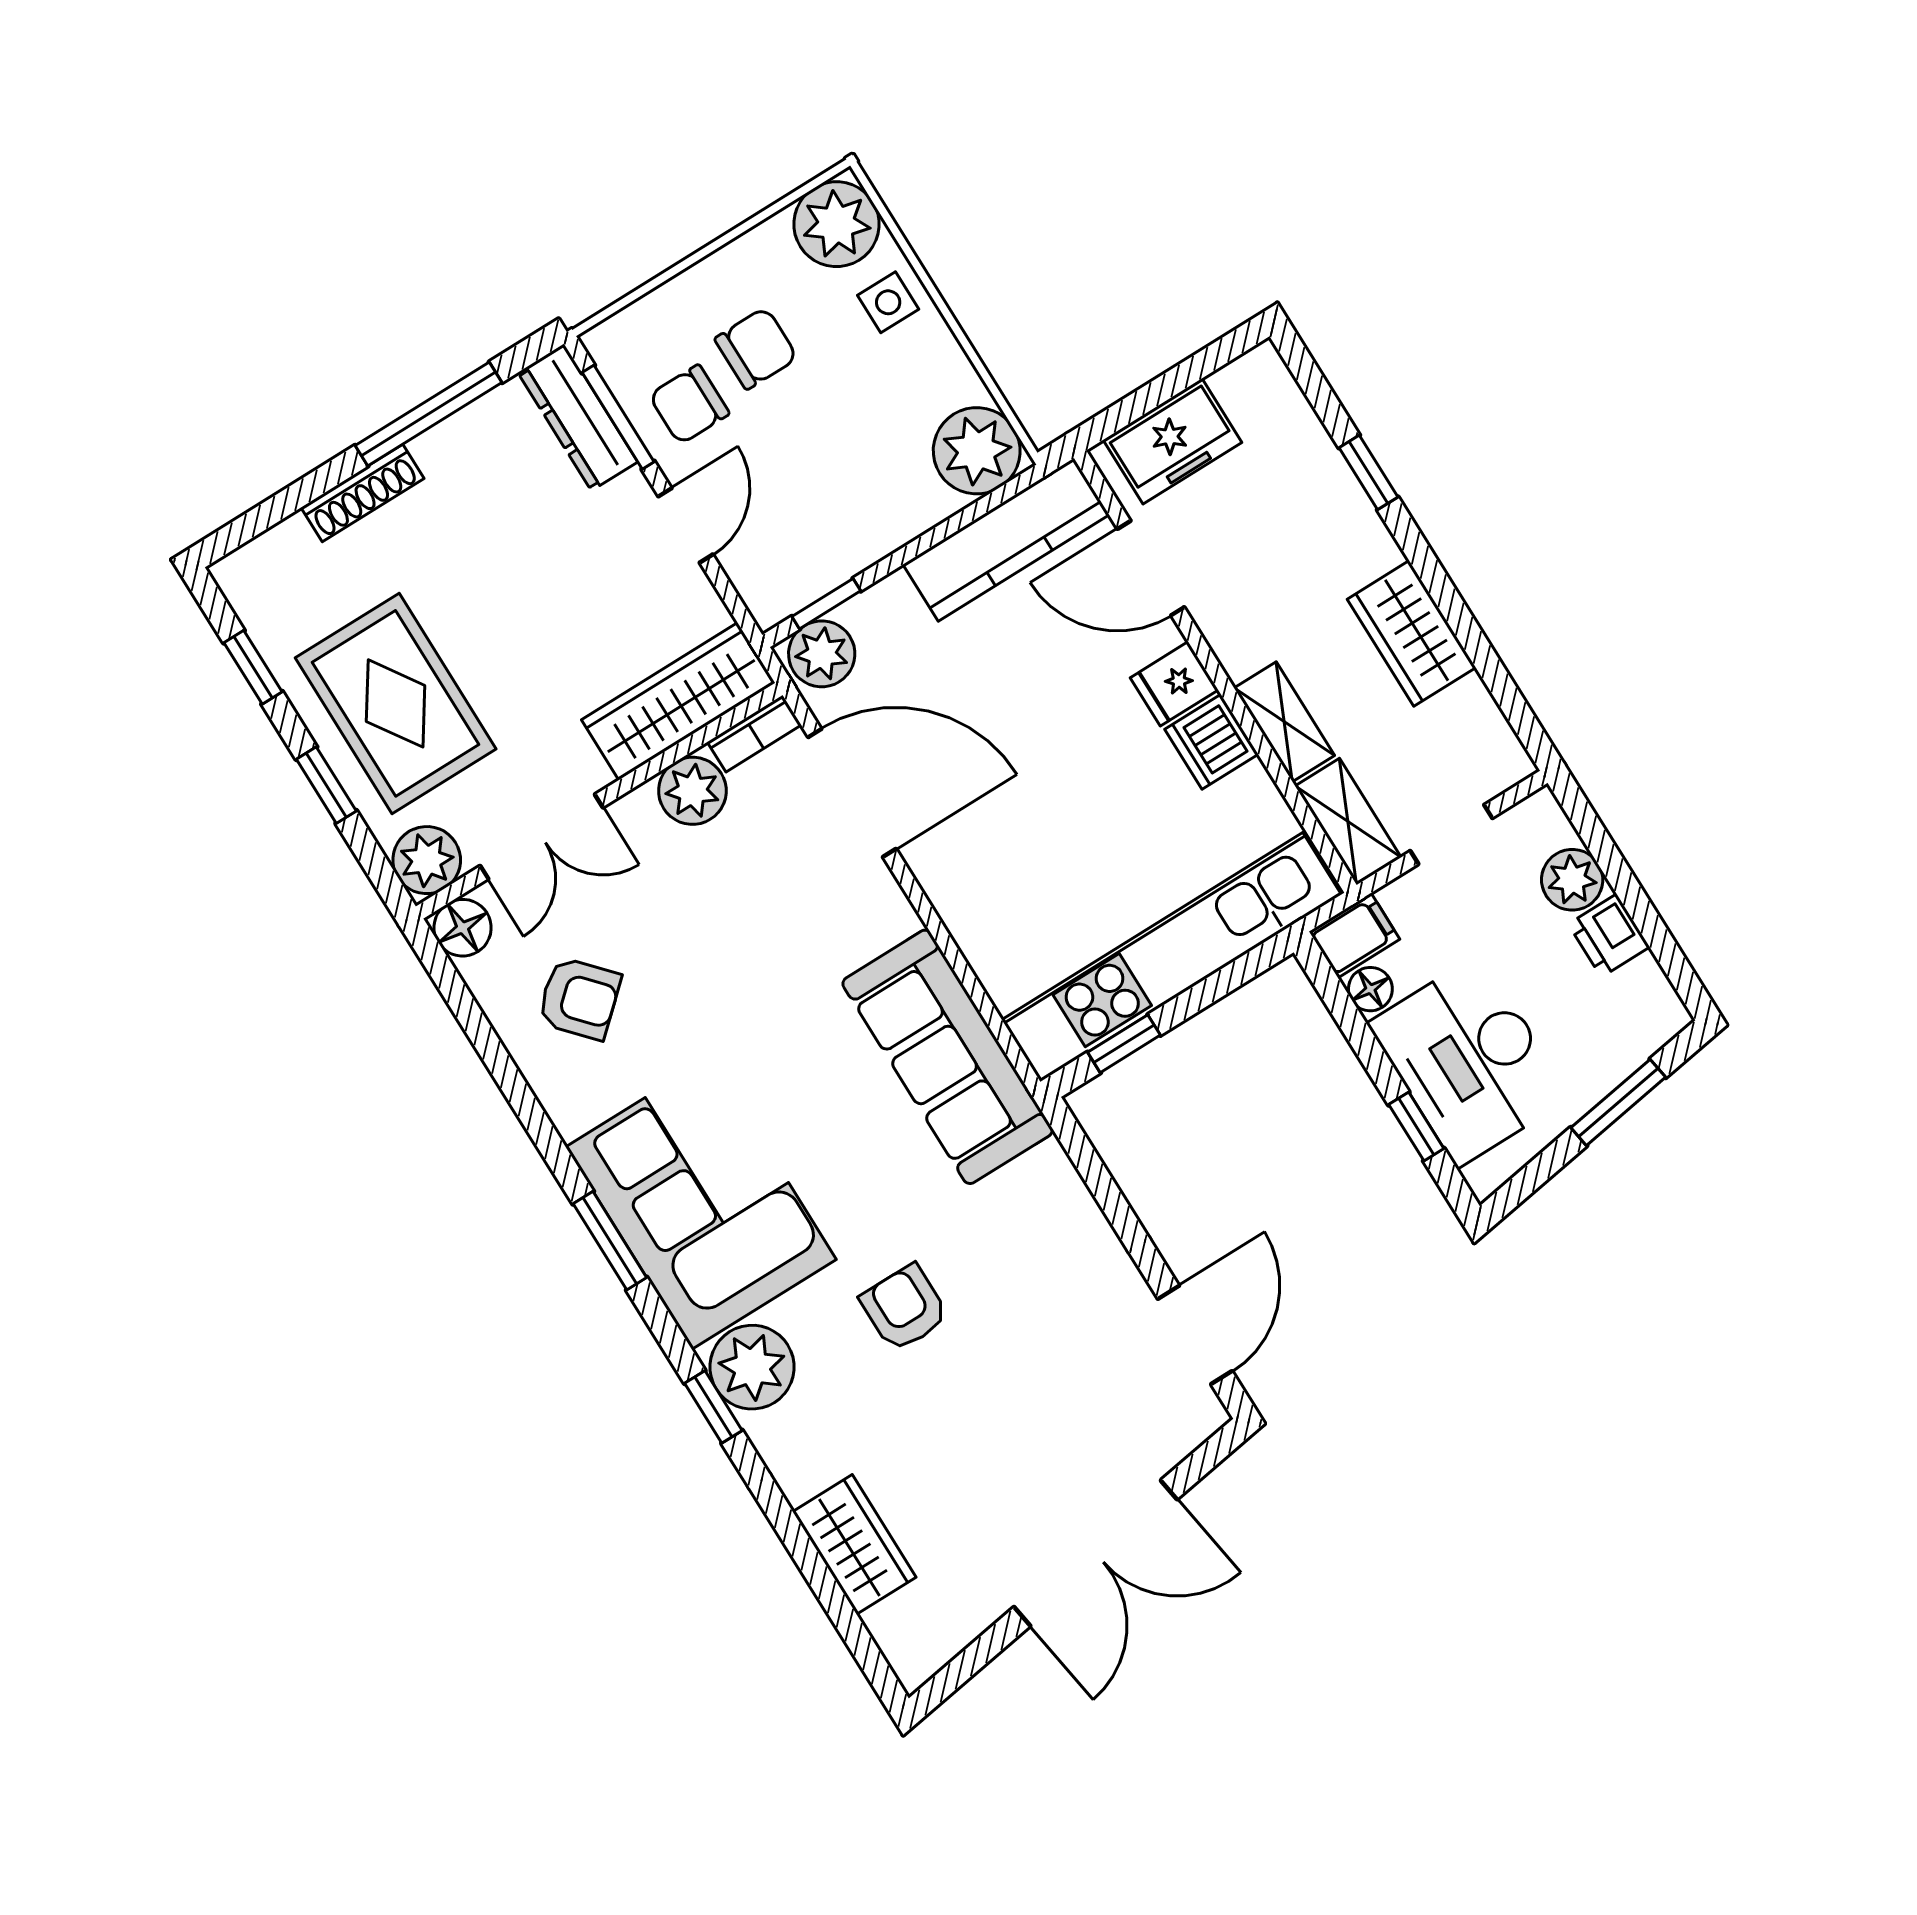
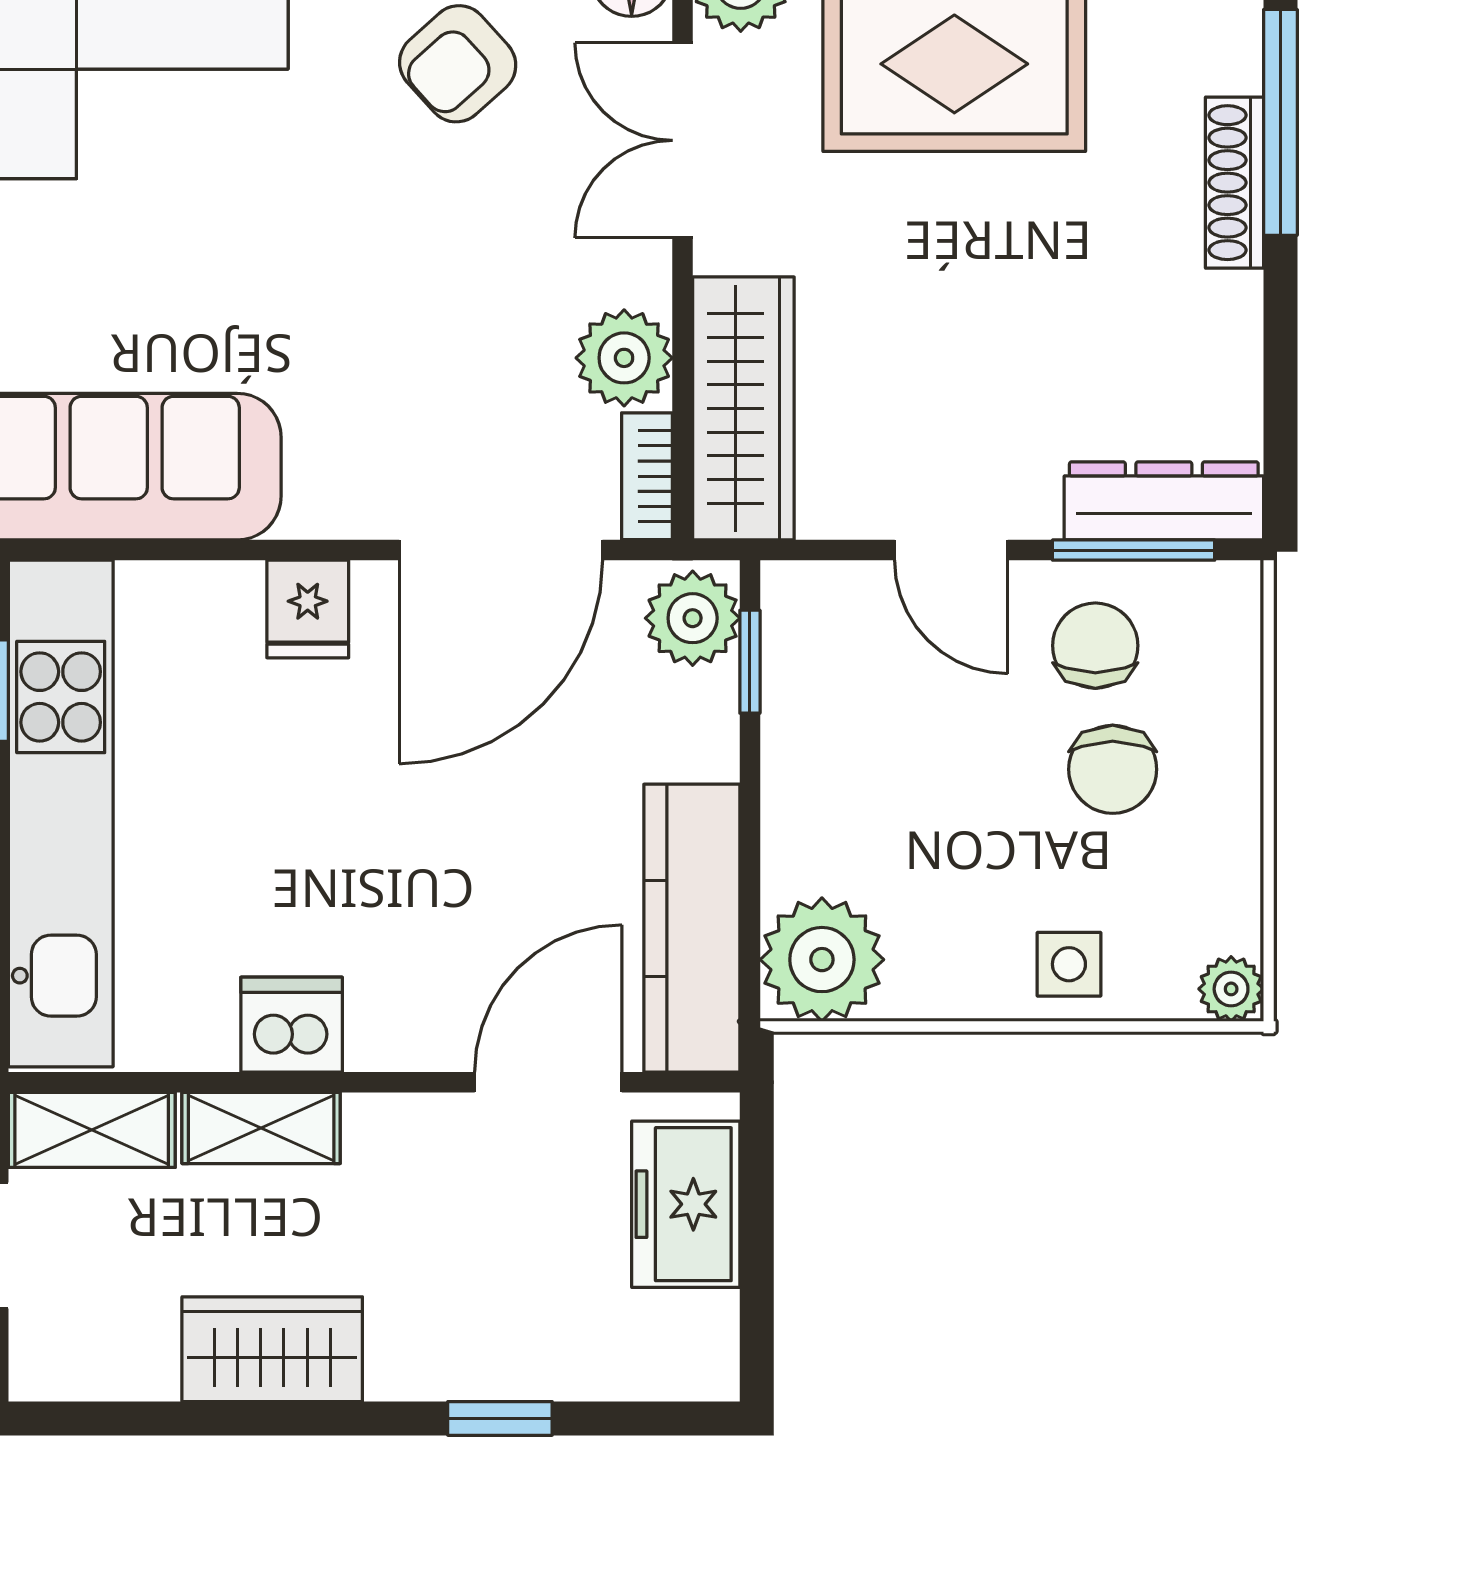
plant: (836, 224) -> (1231, 989), width x0.53, depth x0.53
window: (429, 414) -> (1280, 122), moved
fridge: (1174, 684) -> (308, 609), moved, turned 180

